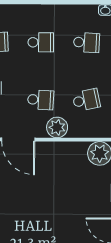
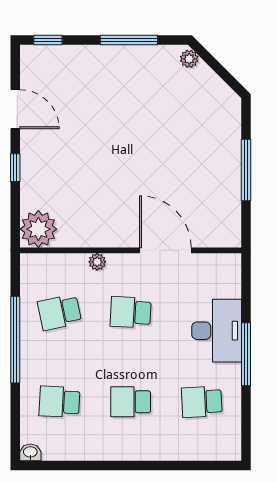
plant: (57, 127) -> (97, 262), width x0.53, depth x0.53

